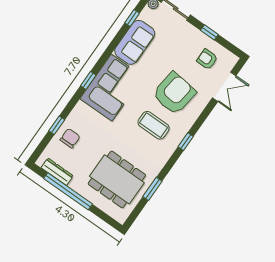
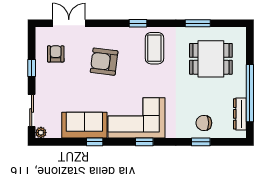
window: (132, 18) -> (95, 142), moved
armchair: (207, 59) -> (56, 54), turned 180
armchair: (174, 93) -> (104, 62), width x0.73, depth x0.73
coffee table: (154, 125) -> (154, 48), moved
dining table: (117, 179) -> (211, 59), width x0.73

